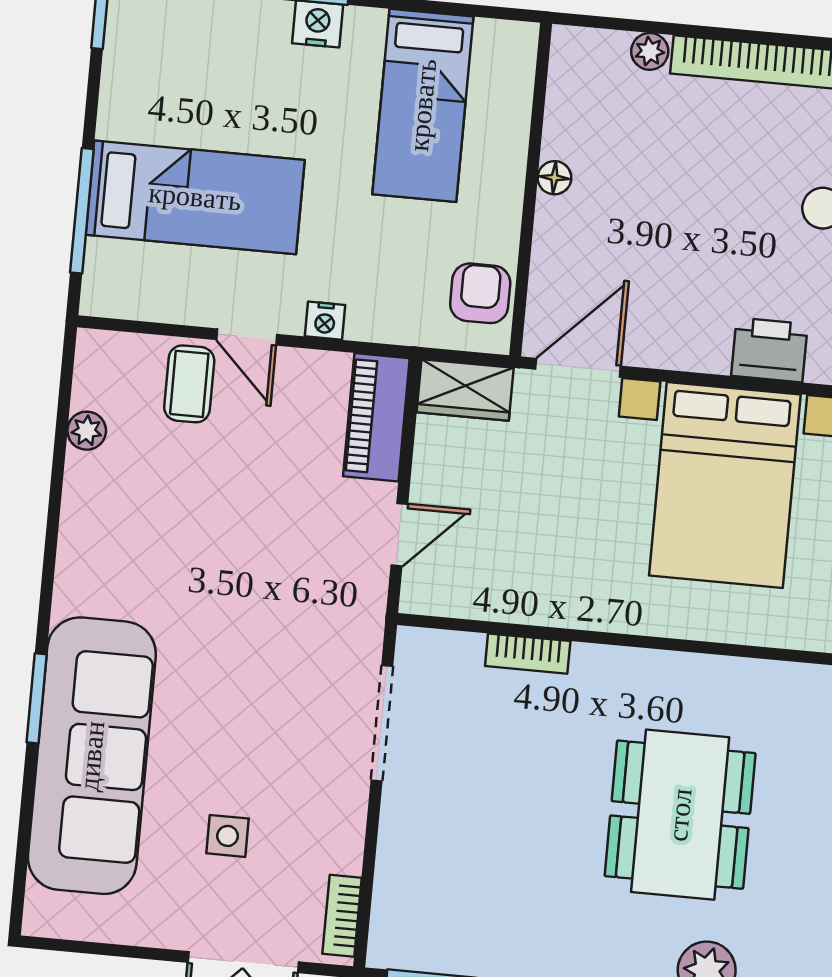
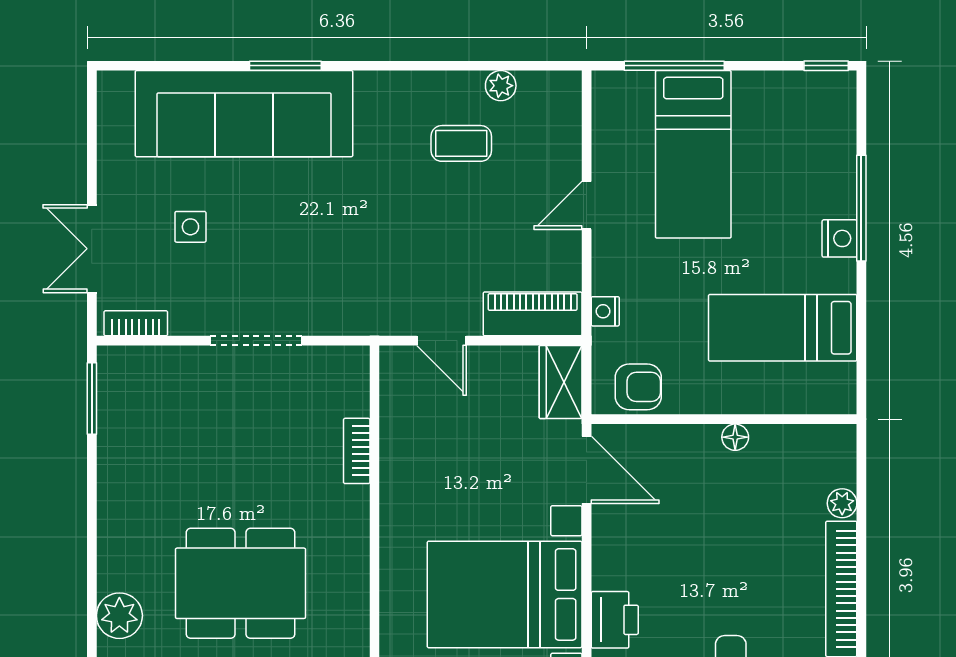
nightstand: (325, 321) -> (605, 311), moved
coffee table: (189, 384) -> (461, 143), moved
doorway: (382, 723) -> (256, 341), moved

